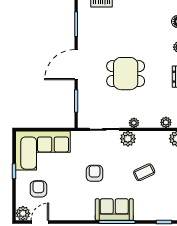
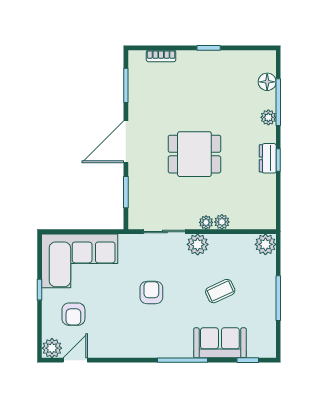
plant: (166, 122) -> (222, 222), moved
armchair: (38, 189) -> (73, 314), turned 180
sofa: (114, 210) -> (220, 343), moved

